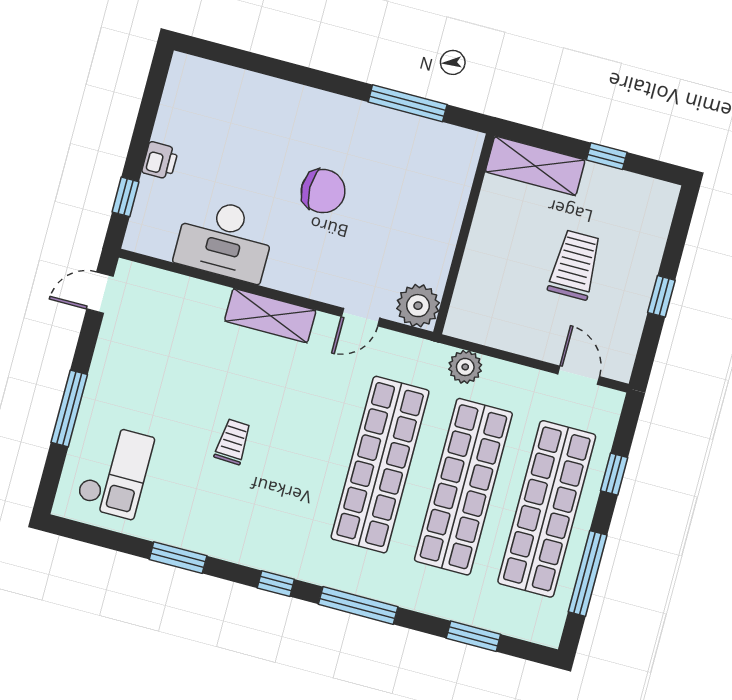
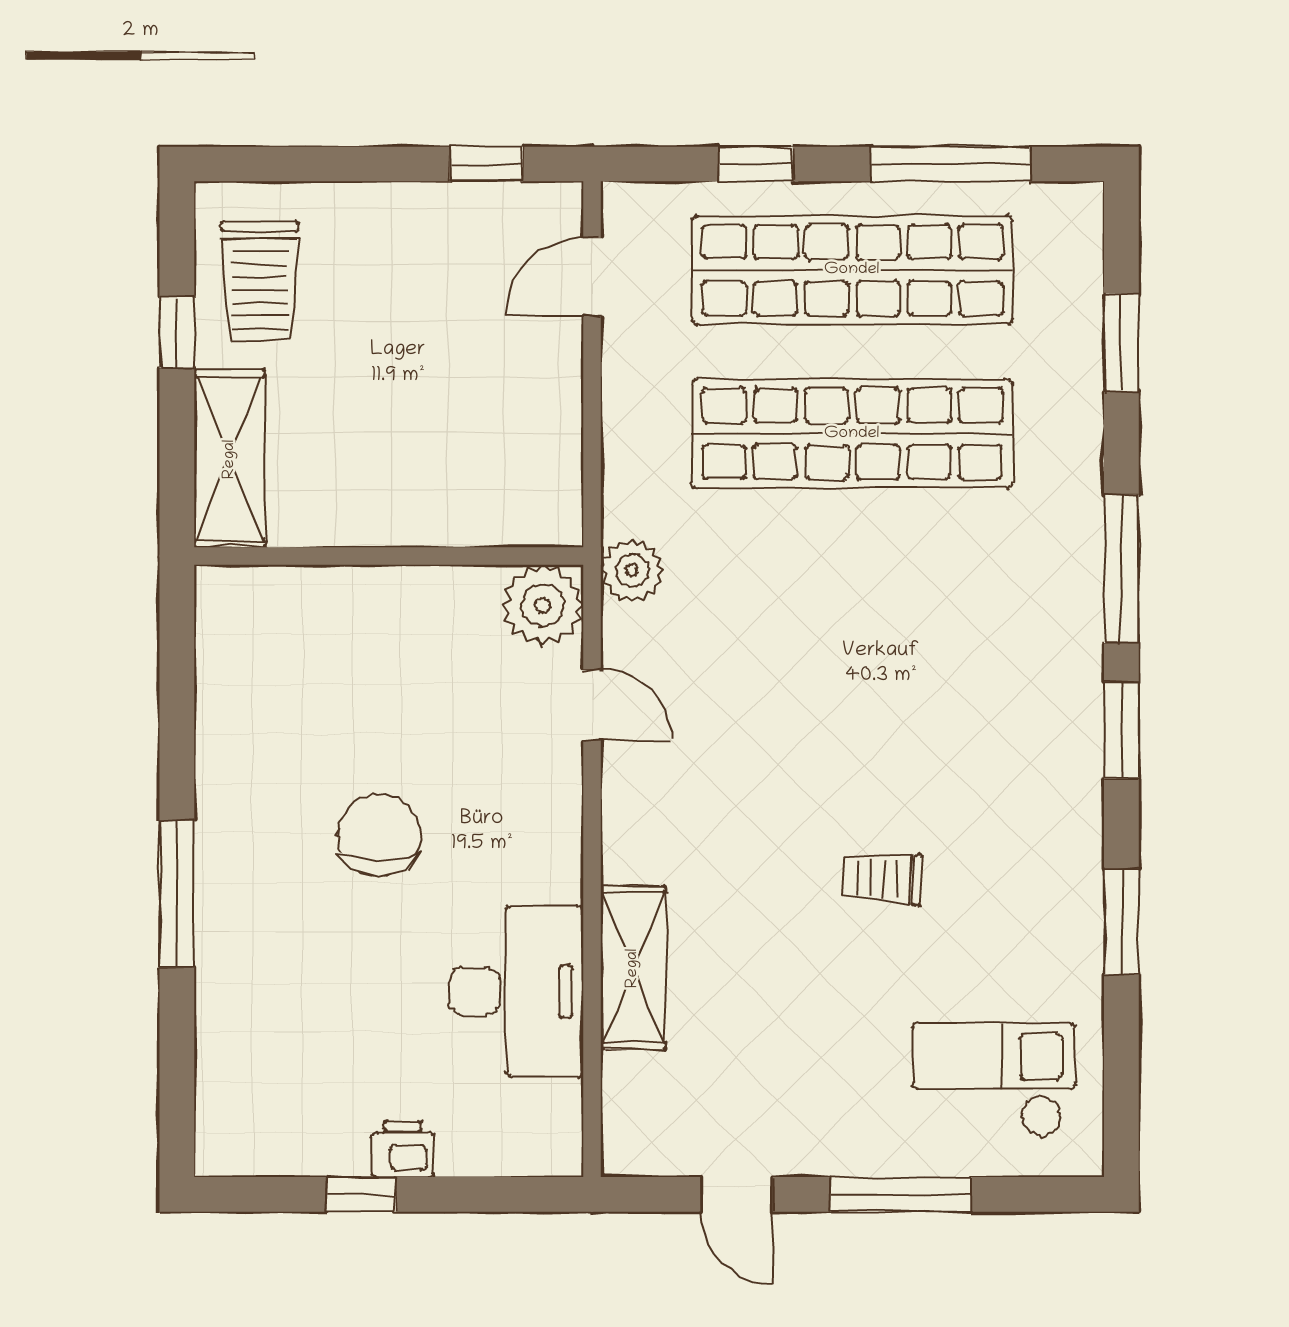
window: (408, 103) -> (177, 894), moved
window: (125, 197) -> (361, 1194), moved
trolley: (575, 265) -> (260, 282), moved, turned -90
door: (100, 293) -> (737, 1194), moved
window: (661, 296) -> (486, 164), moved
shelving: (270, 316) -> (633, 968), moved
plant: (465, 367) -> (632, 571), moved
shop shelf: (380, 465) -> (852, 597), removed
window: (276, 584) -> (1121, 730), width x1.50

